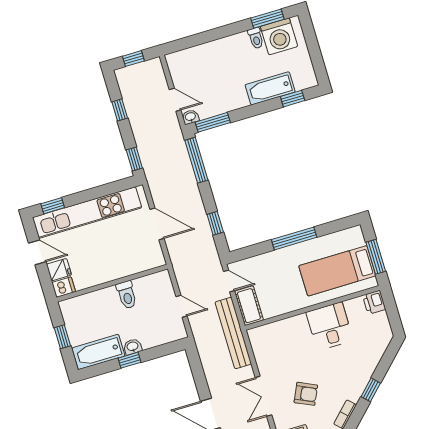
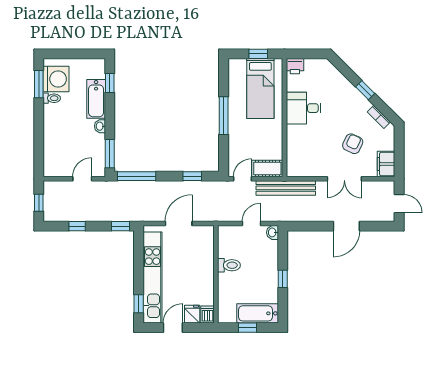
washbasin: (190, 117) -> (100, 126), moved
window: (376, 257) -> (258, 54), width x0.67
washbasin: (133, 347) -> (272, 232), moved
bathtub: (98, 352) -> (258, 313), moved, turned 90

